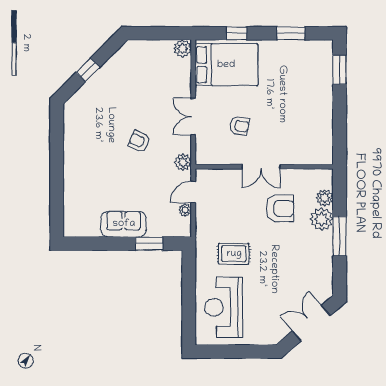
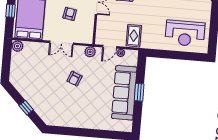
door: (193, 192) -> (110, 47), hinge flipped
sofa: (124, 224) -> (124, 93), width x1.85, depth x1.27
window: (149, 244) -> (139, 92), moved
rug: (234, 254) -> (134, 36), moved

